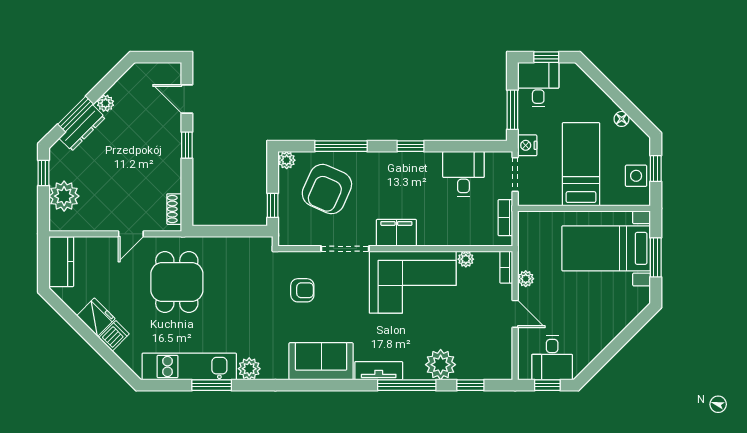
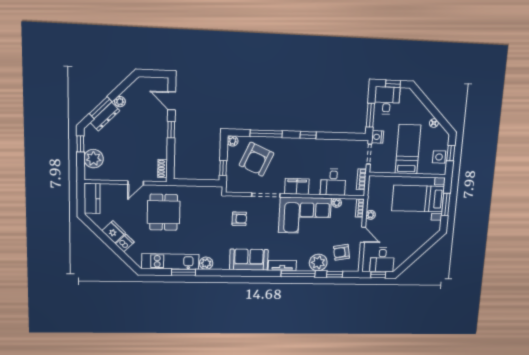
desk: (463, 174) -> (333, 182), moved, turned 180
armchair: (480, 346) -> (342, 252), added

